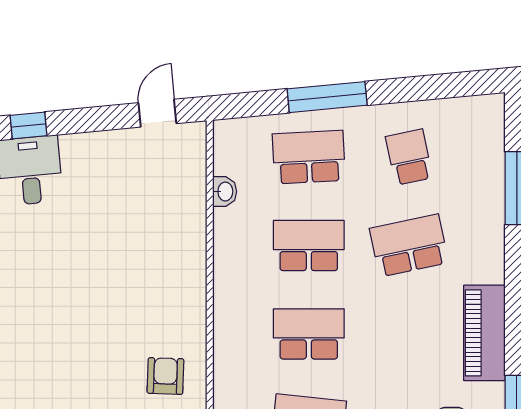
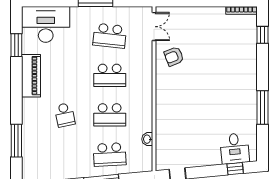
school desk: (409, 157) -> (65, 155), removed
school desk: (409, 245) -> (65, 115), width x0.54
armchair: (165, 376) -> (174, 56), turned 67

